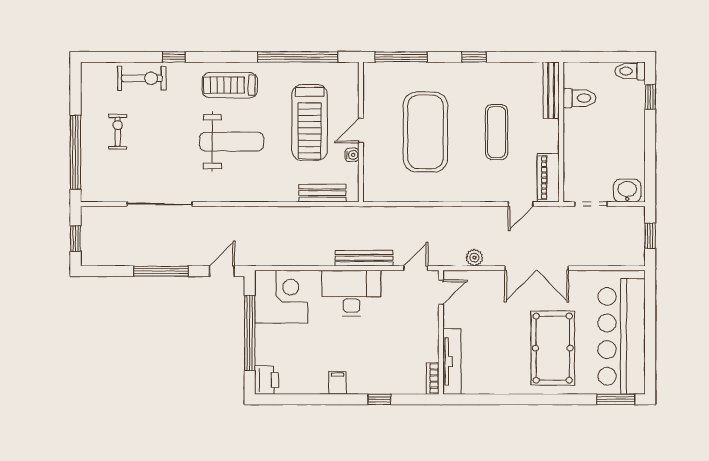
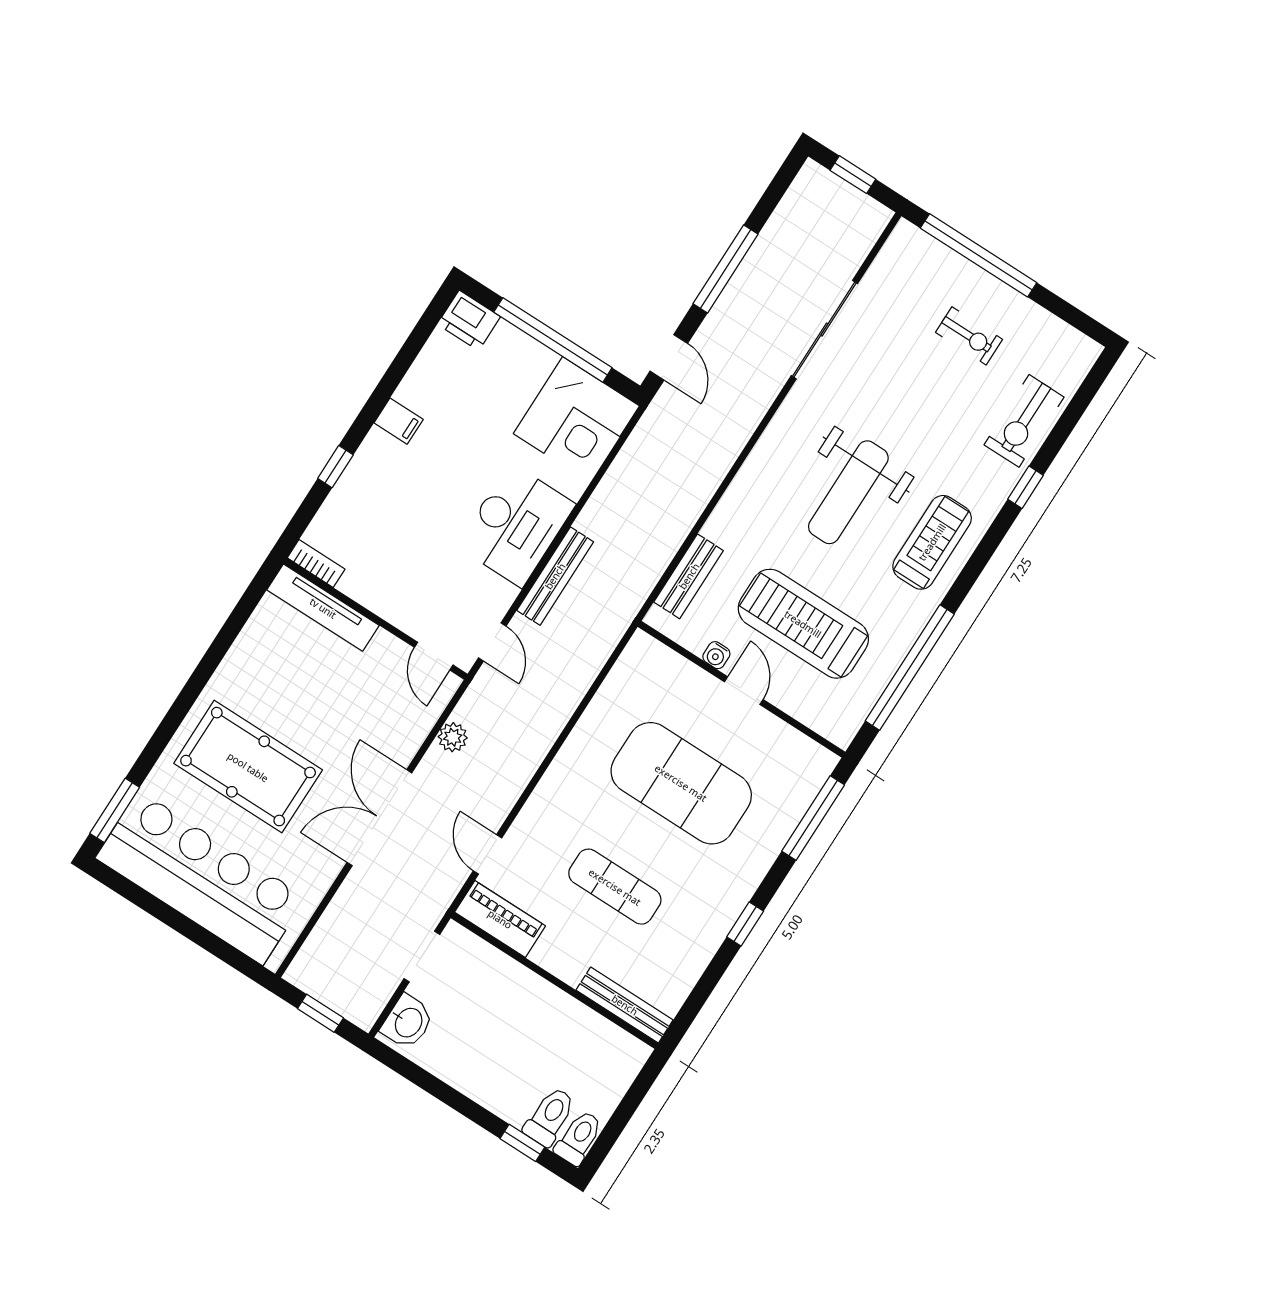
toilet: (579, 98) -> (550, 1117), moved, turned 180

